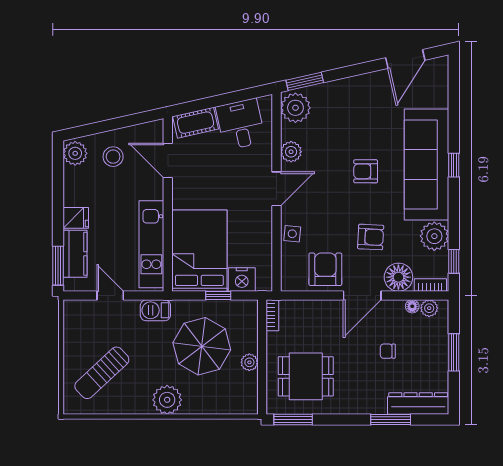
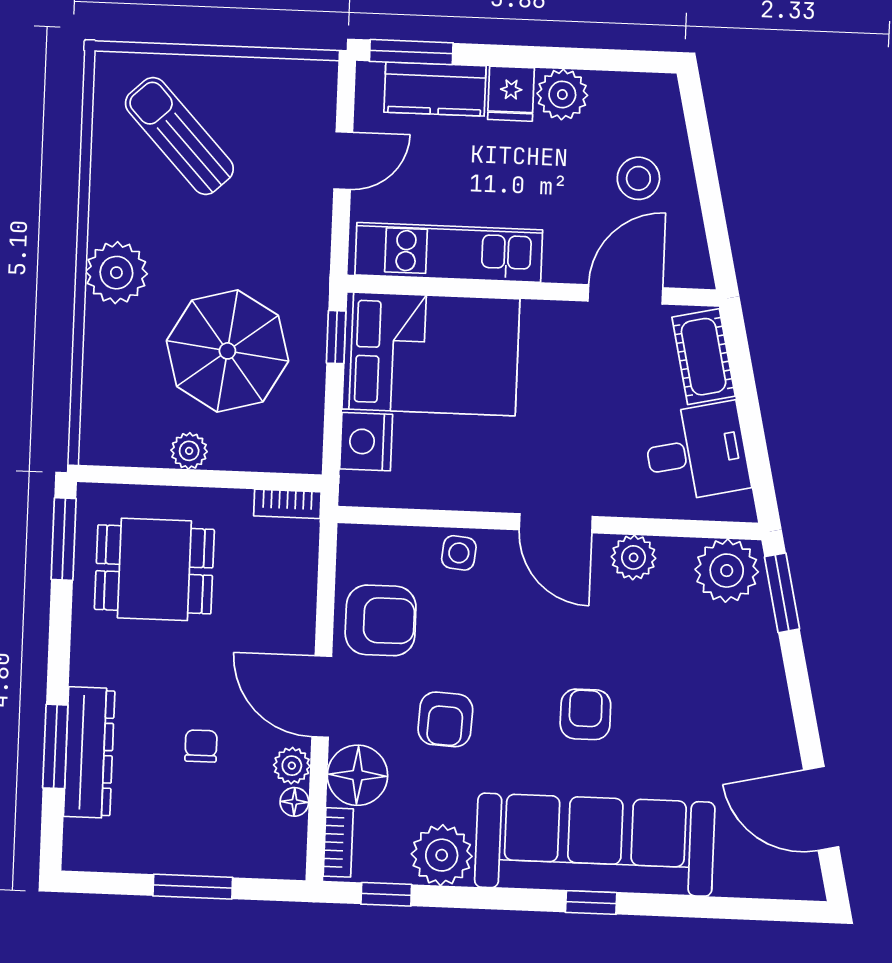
plant: (75, 153) -> (562, 94), moved
window: (218, 295) -> (336, 337), moved
plant: (429, 308) -> (292, 766), moved
barbecue: (155, 310) -> (308, 255), removed
dining table: (306, 376) -> (154, 569), turned 90
dresser: (418, 404) -> (89, 752), moved

